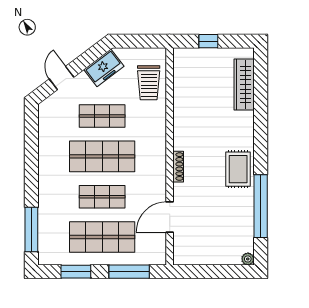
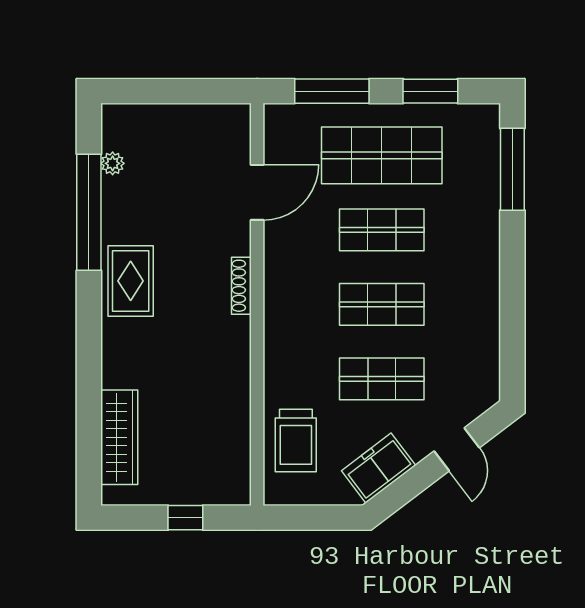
trolley: (149, 83) -> (296, 441), turned 180
shop shelf: (102, 156) -> (382, 304), width x0.70, depth x0.74
plant: (248, 259) -> (113, 163), moved

